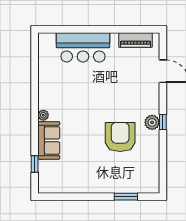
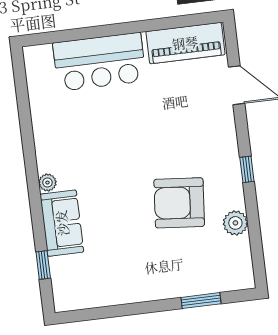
piano: (135, 40) -> (185, 43), width x1.37, depth x1.33
plant: (152, 122) -> (235, 223), moved
armchair: (120, 137) -> (179, 203), turned -85

